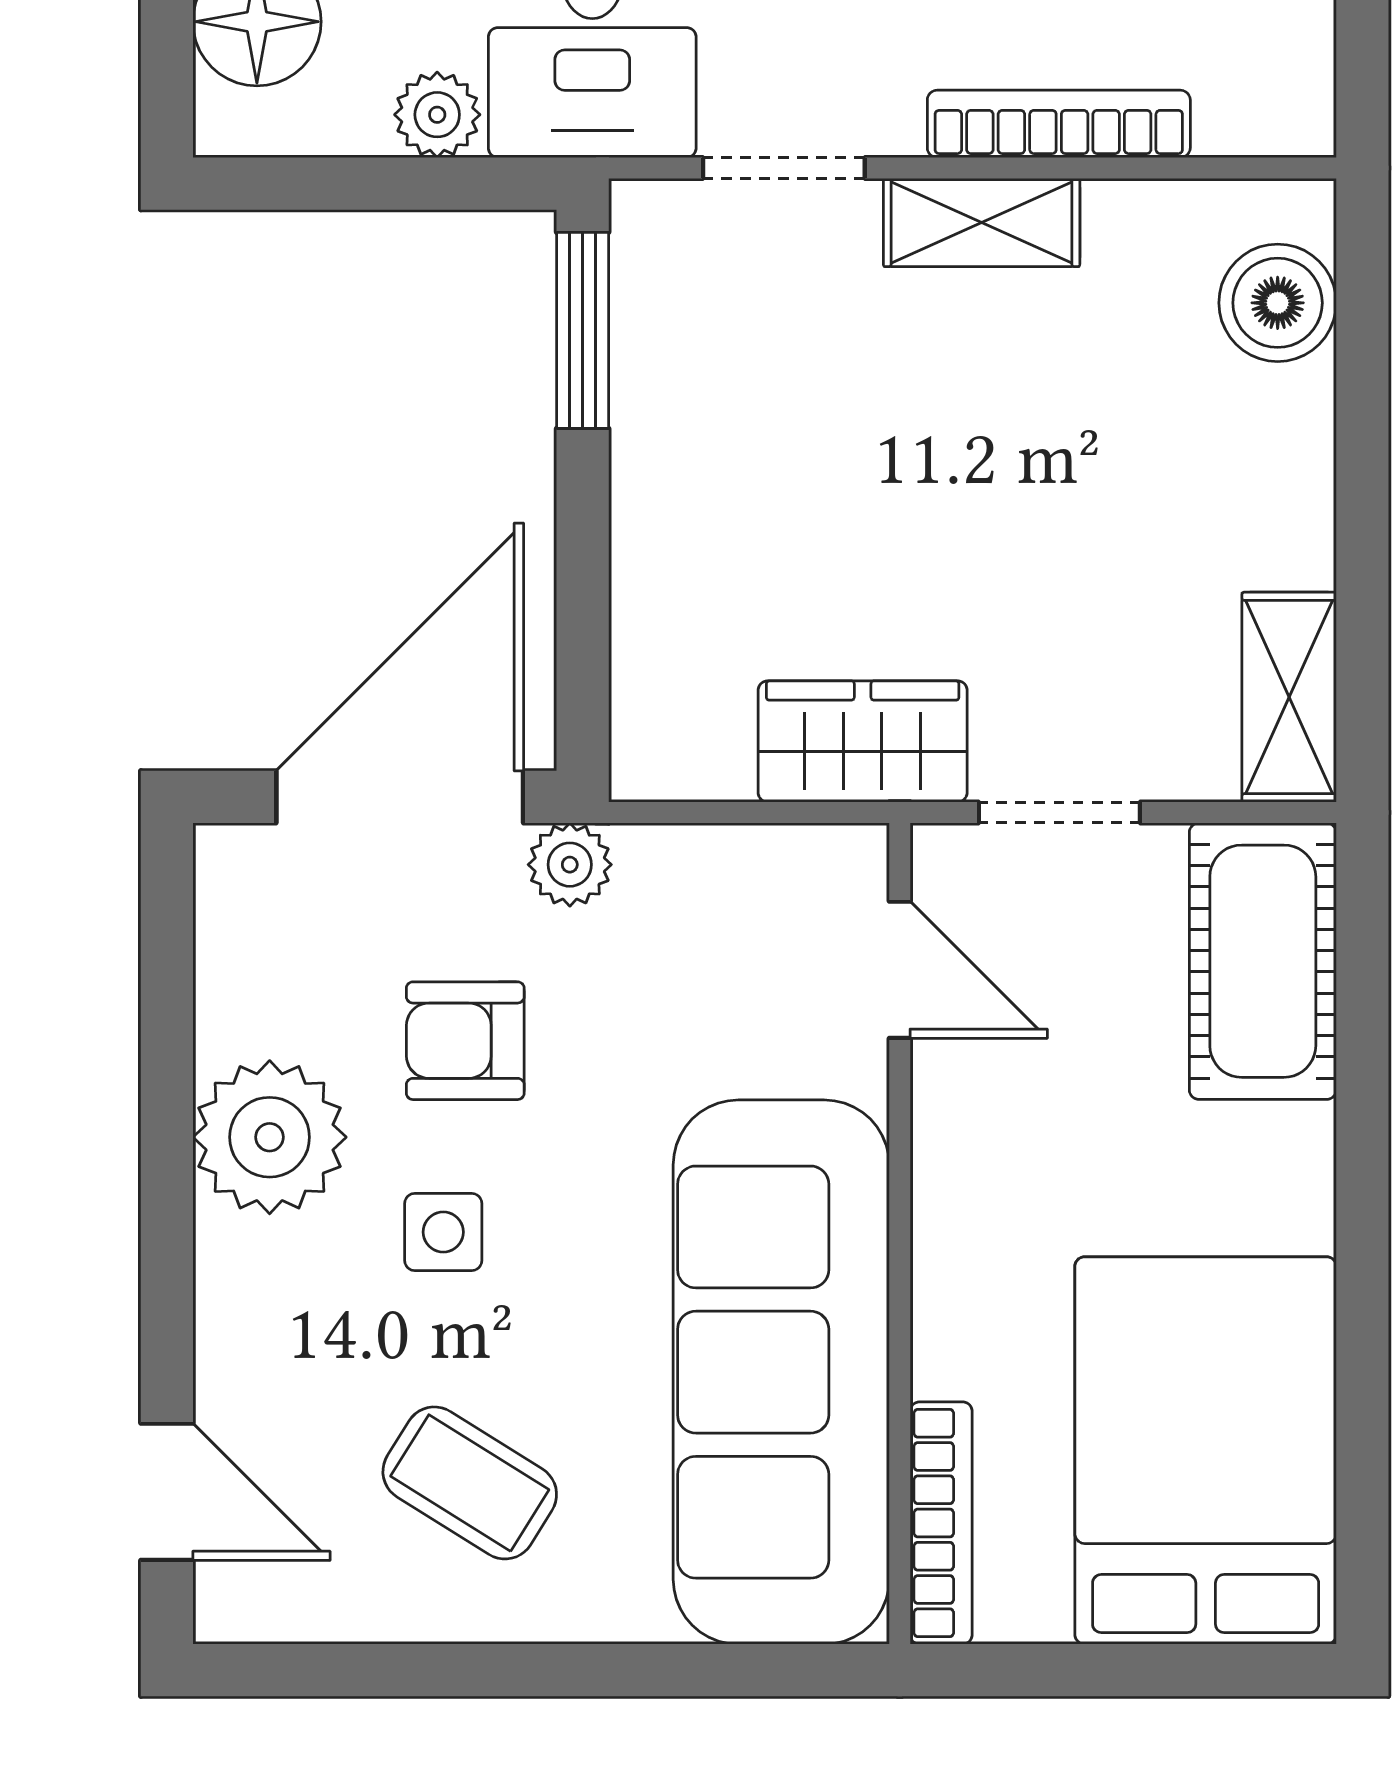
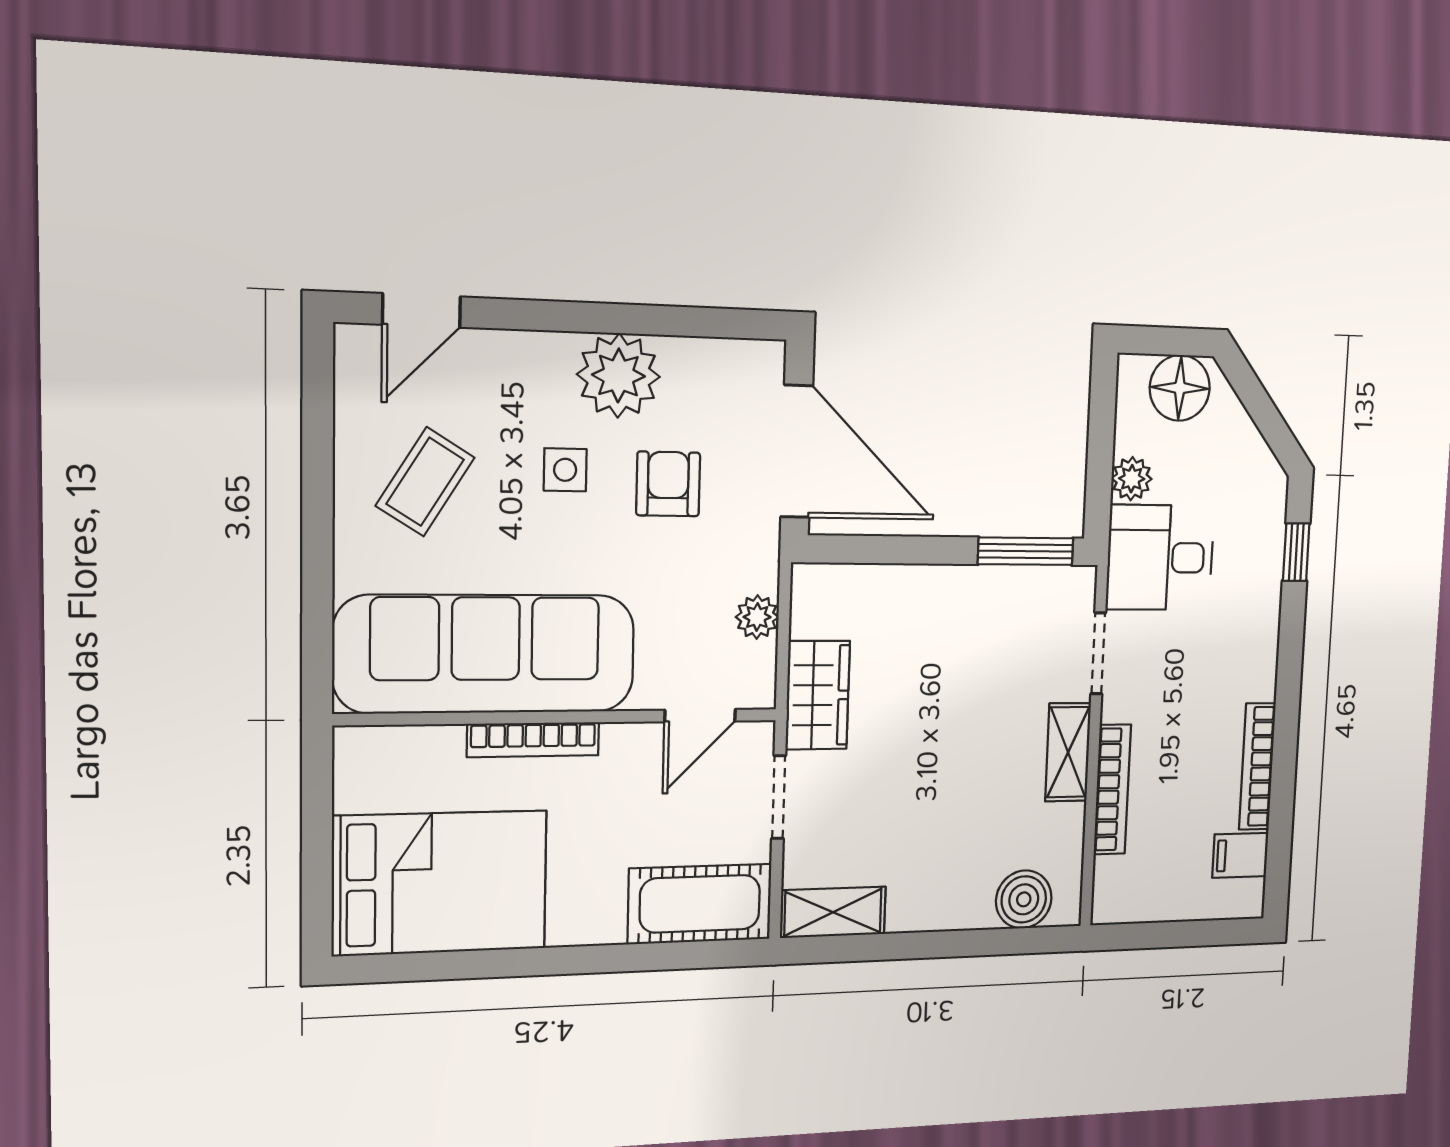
plant: (570, 865) -> (757, 617), moved
bookcase: (941, 1523) -> (533, 740), moved

